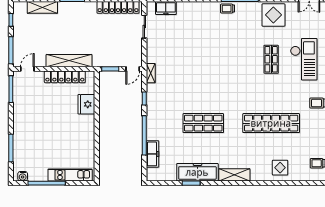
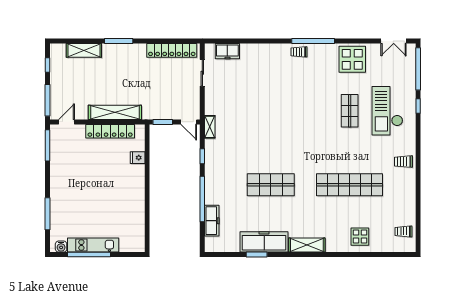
checkout: (304, 59) -> (387, 111), turned 180
door: (133, 69) -> (189, 122), hinge flipped
fridge: (86, 104) -> (138, 158), width x0.53, depth x0.75
kitchen unit: (70, 175) -> (93, 245), moved

